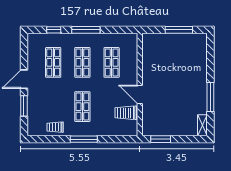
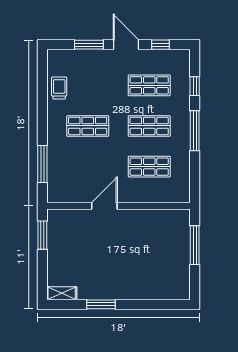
window: (179, 30) -> (195, 245), moved
window: (24, 54) -> (160, 45), added
window: (210, 97) -> (101, 304), width x0.69
trolley: (126, 113) -> (79, 187), removed
window: (84, 139) -> (42, 164), moved

